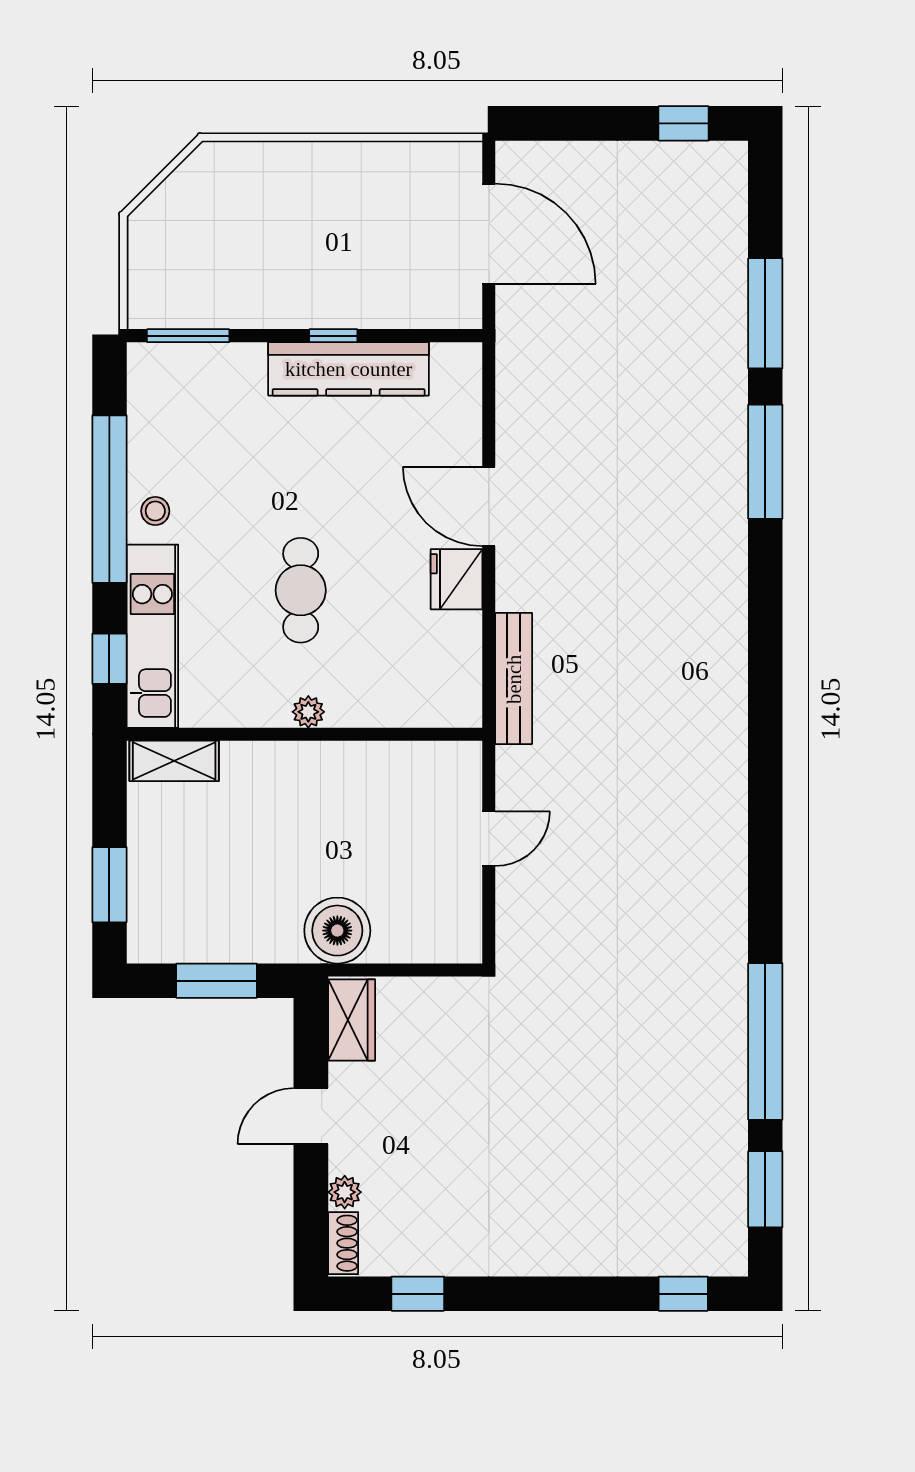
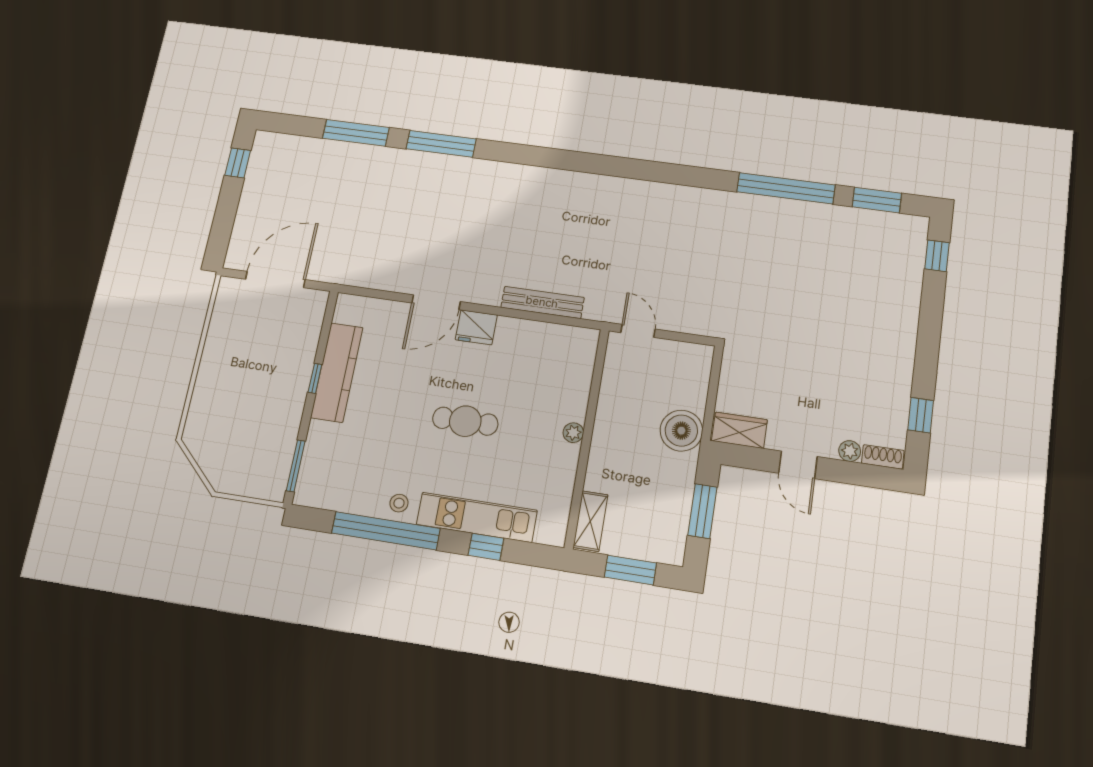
plant: (308, 712) -> (573, 433), moved
wall: (304, 734) -> (587, 437), moved
shelving: (174, 761) -> (590, 521), moved

